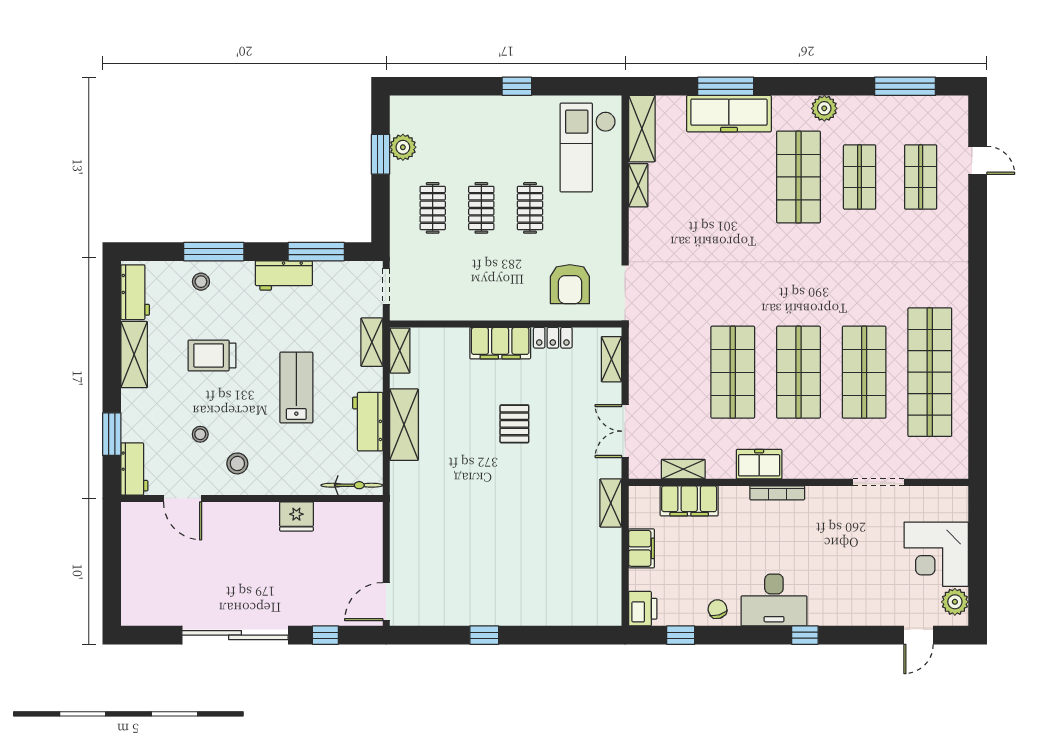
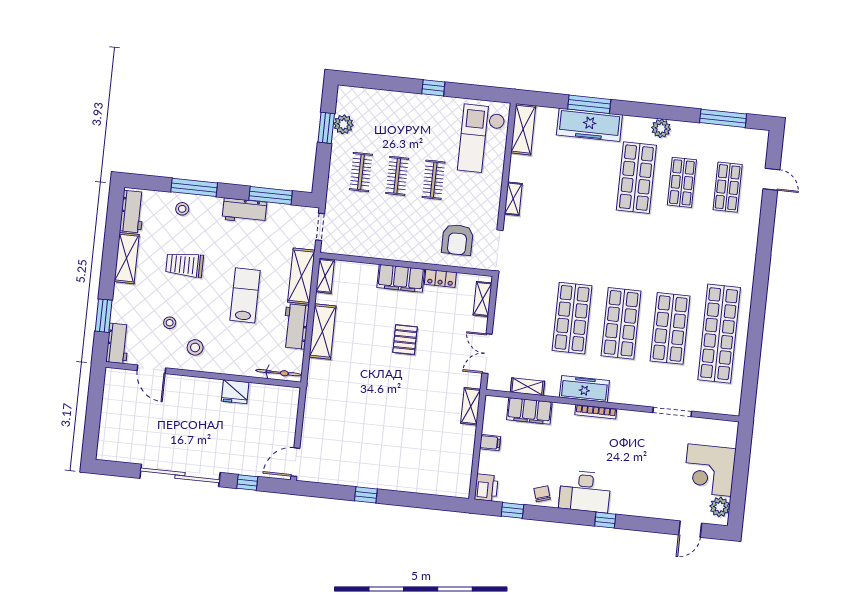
shelving: (638, 185) -> (513, 199), moved
shelving: (372, 342) -> (301, 276), width x1.50, depth x1.33
freezer: (759, 464) -> (584, 389), width x1.40
filing cabinet: (641, 548) -> (490, 443), width x0.50

